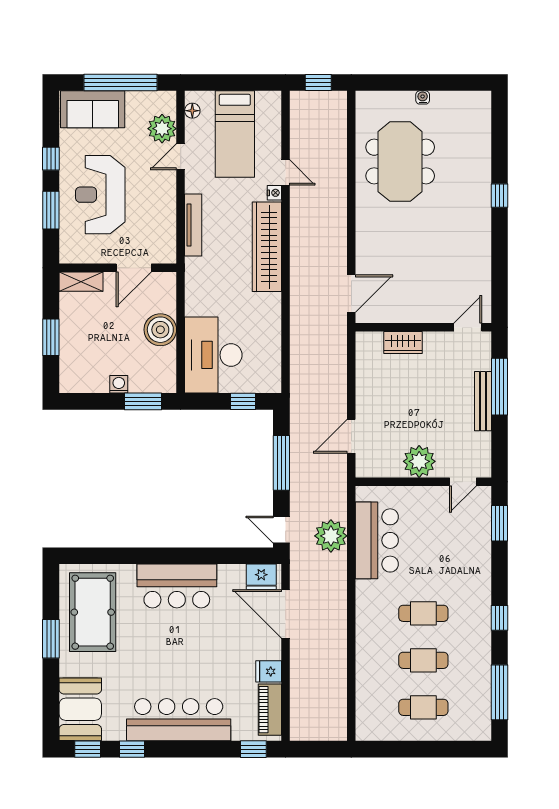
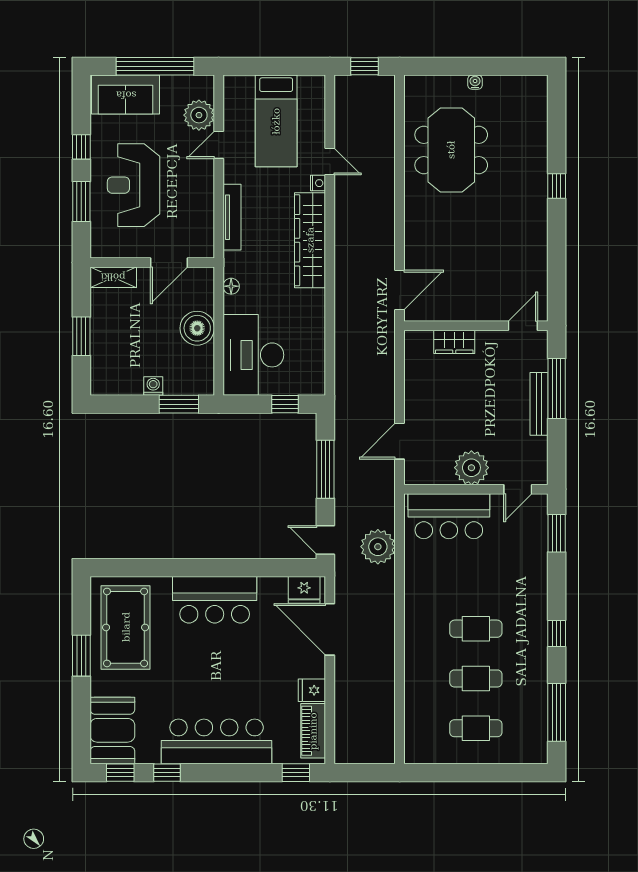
floor lamp: (192, 111) -> (231, 286), moved
bar counter: (377, 540) -> (449, 516), moved, turned 90

